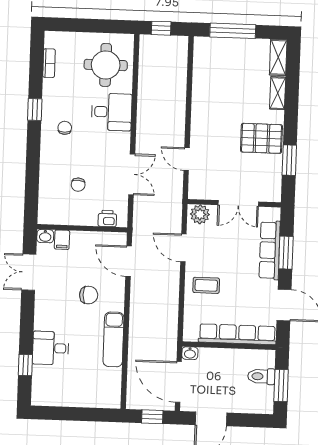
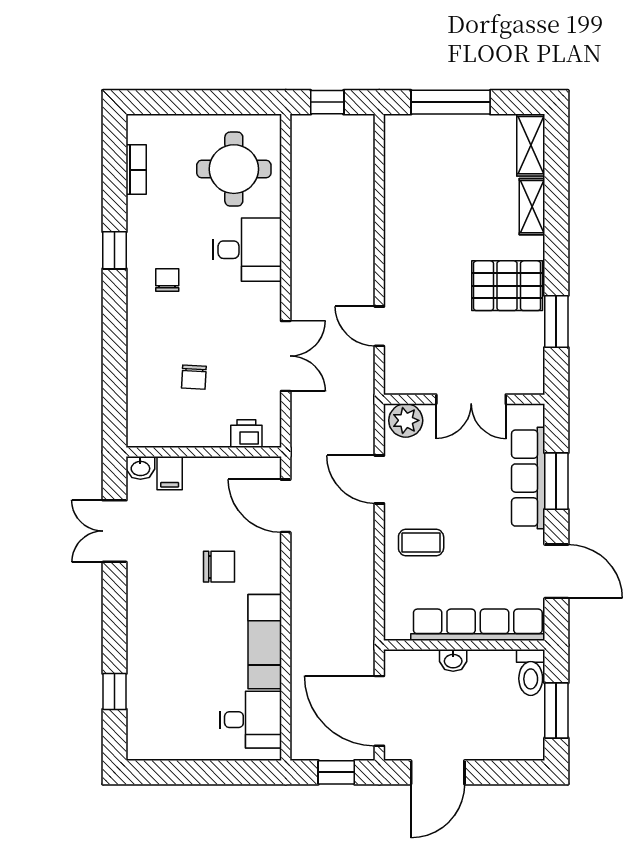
desk: (51, 348) -> (251, 720), moved, turned 180
washbasin: (190, 353) -> (453, 660), moved
toilet: (261, 376) -> (531, 673), moved, turned -90

